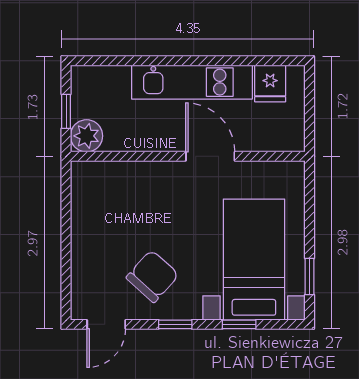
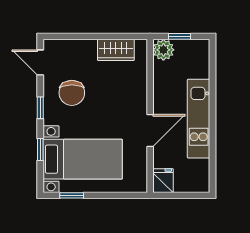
fridge: (270, 83) -> (163, 181), moved, turned 90
wardrobe: (87, 209) -> (116, 50), added
chair: (153, 276) -> (72, 93), turned 48

